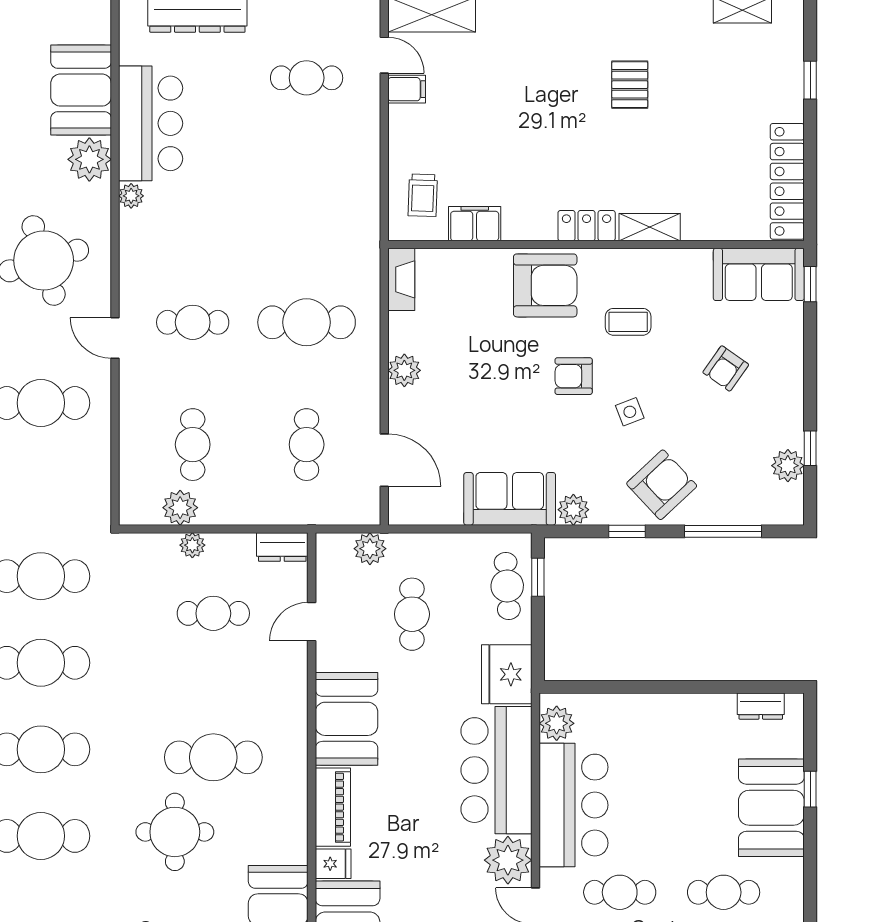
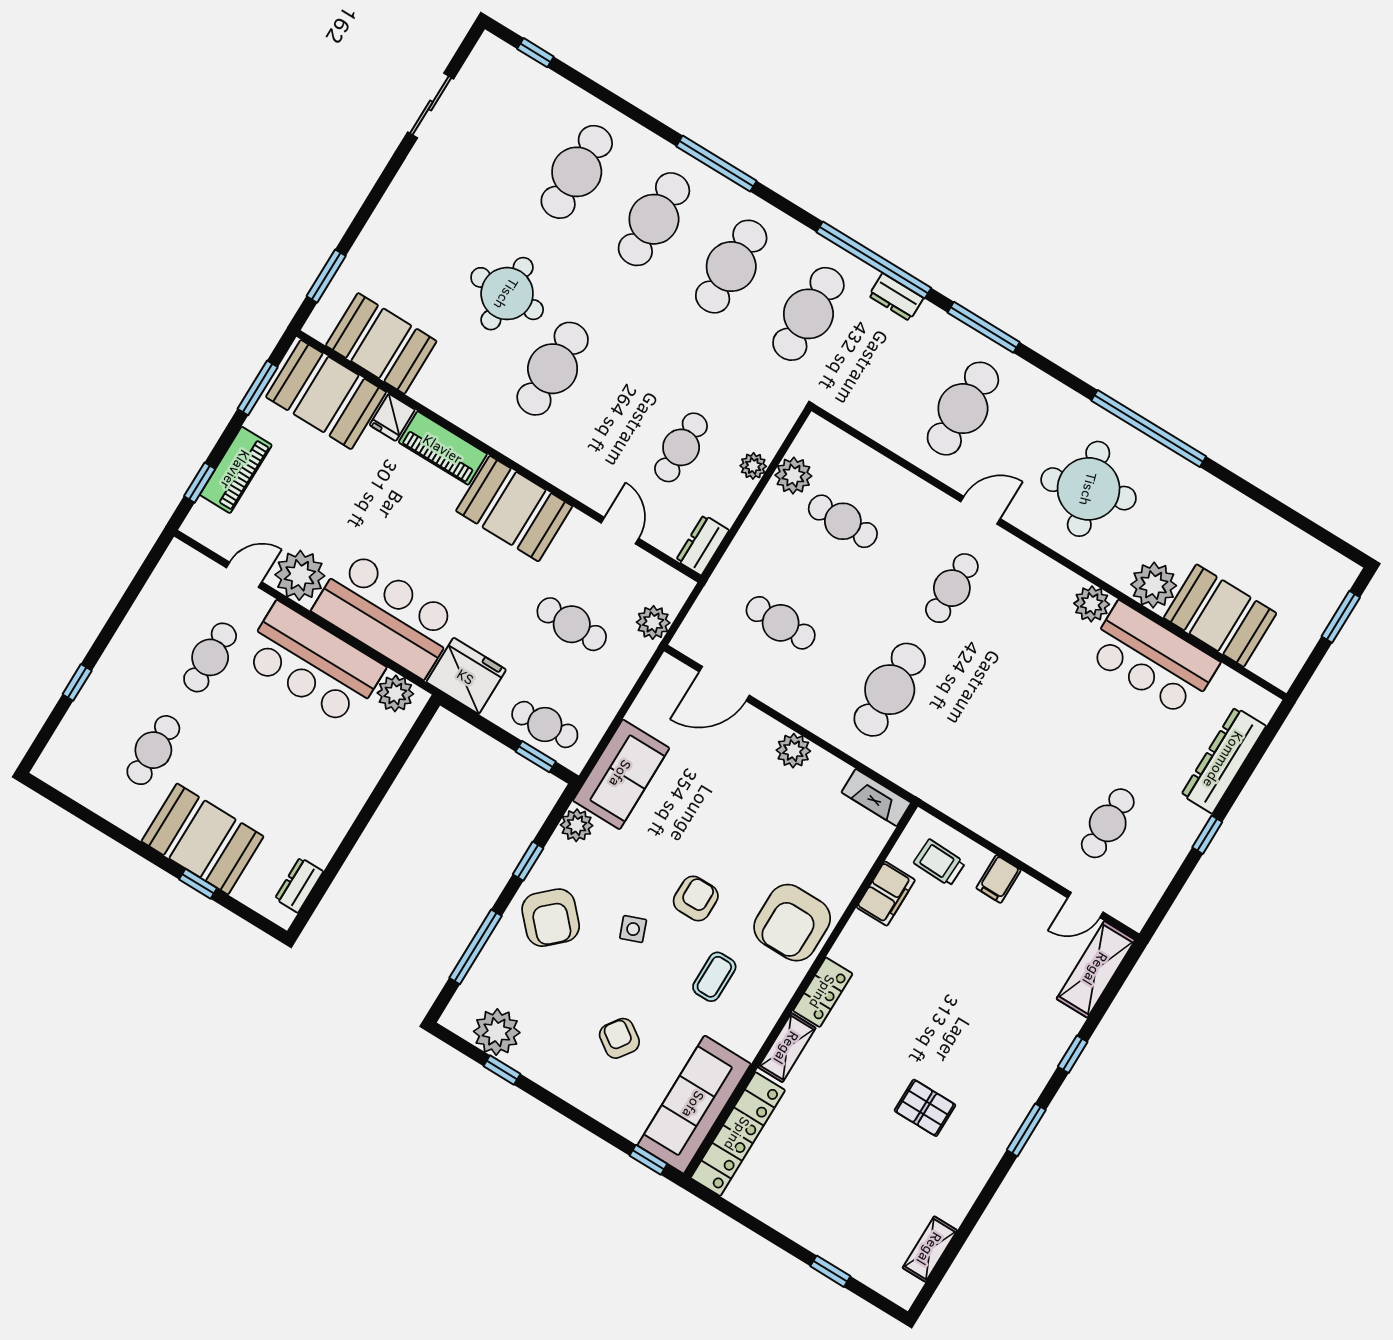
filing cabinet: (407, 89) -> (998, 879), moved
locker: (787, 181) -> (738, 1134), moved, turned 90
plant: (131, 196) -> (1092, 604), width x1.38, depth x1.38
sofa: (759, 274) -> (694, 1105), width x1.36
plant: (788, 466) -> (497, 1032), width x1.36, depth x1.36

